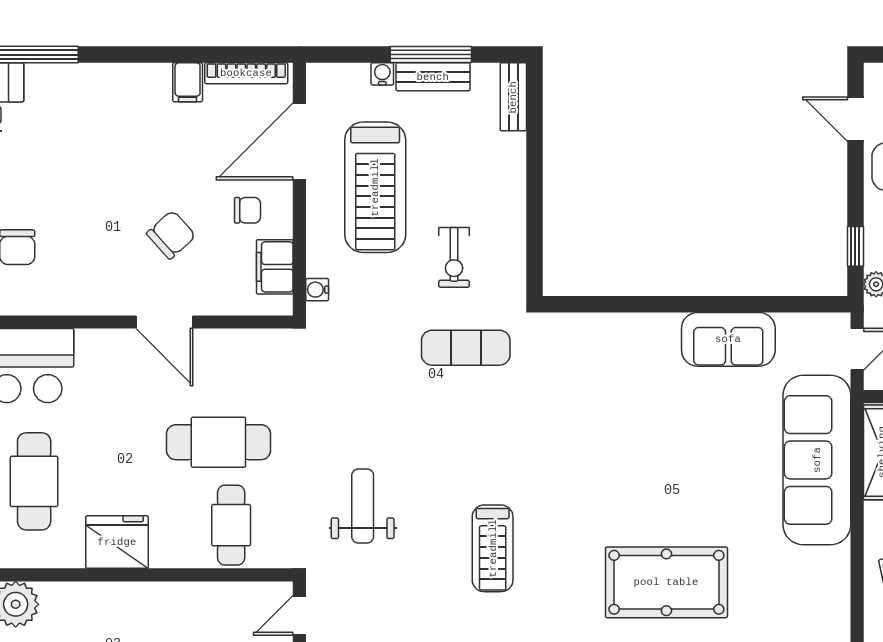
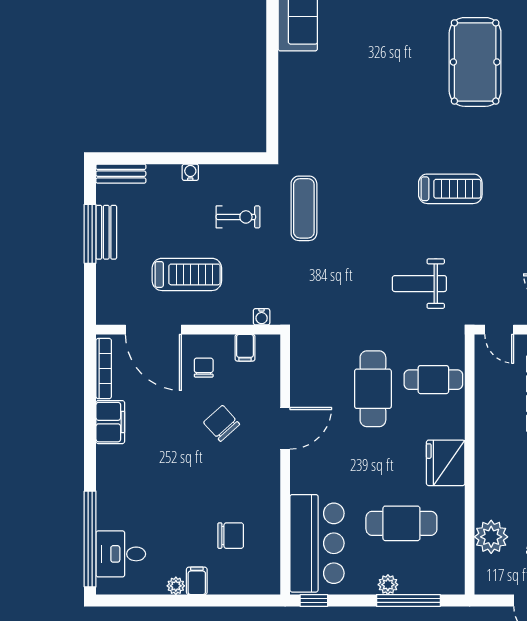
water cooler: (382, 74) -> (190, 172), moved, turned 90
filing cabinet: (188, 82) -> (110, 422), width x2.00
treadmill: (375, 187) -> (187, 274), width x0.73, depth x0.73
filing cabinet: (275, 267) -> (245, 348), width x0.50

